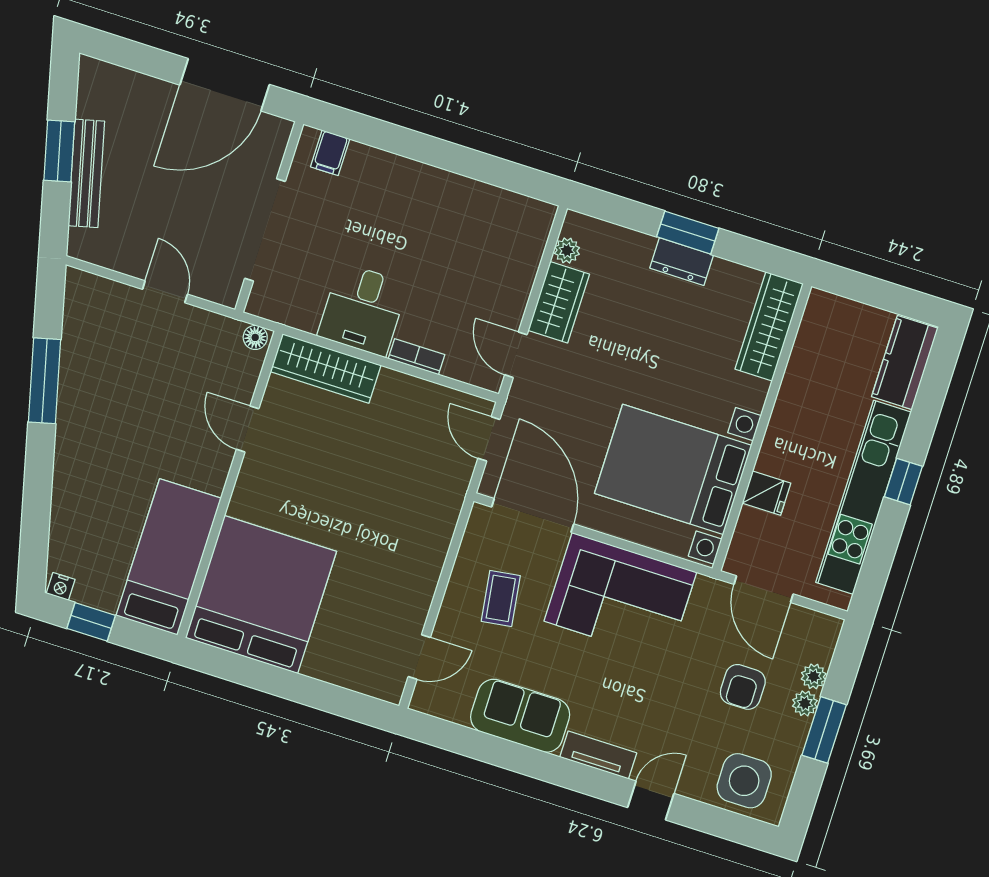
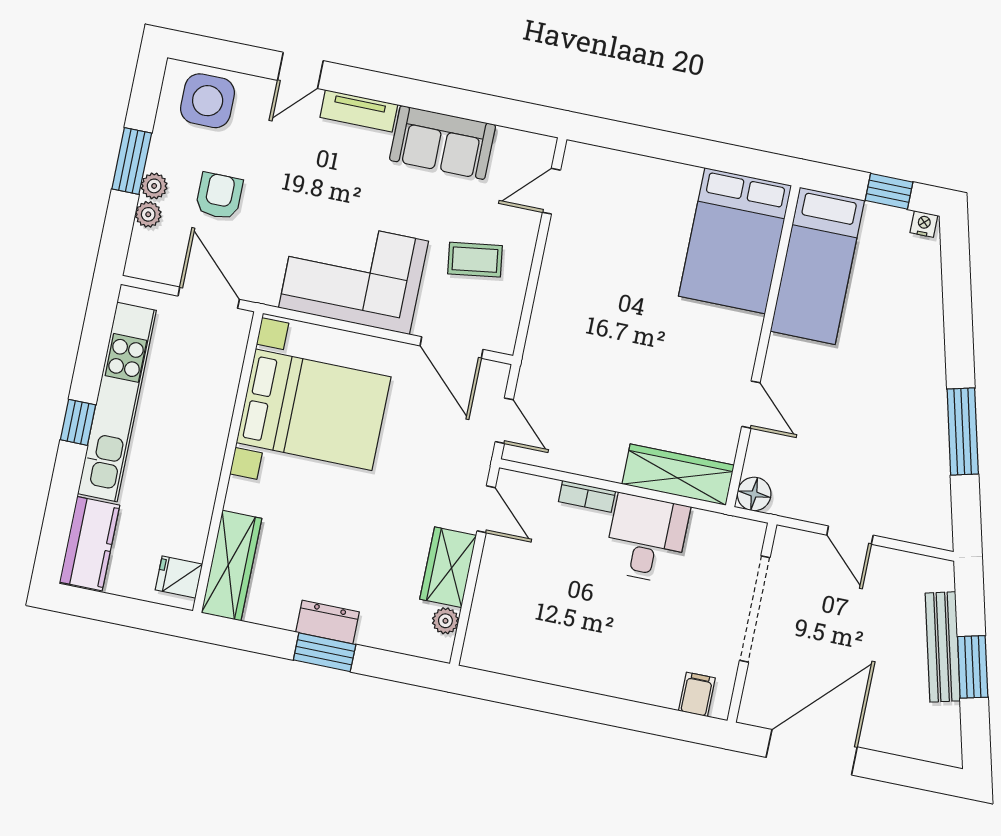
floor lamp: (255, 337) -> (754, 494), width x1.37, depth x1.37
fridge: (766, 493) -> (179, 577), moved
door: (533, 515) -> (451, 348), width x0.73
bed: (261, 595) -> (735, 241), width x0.73
coffee table: (501, 598) -> (475, 260), turned 90

